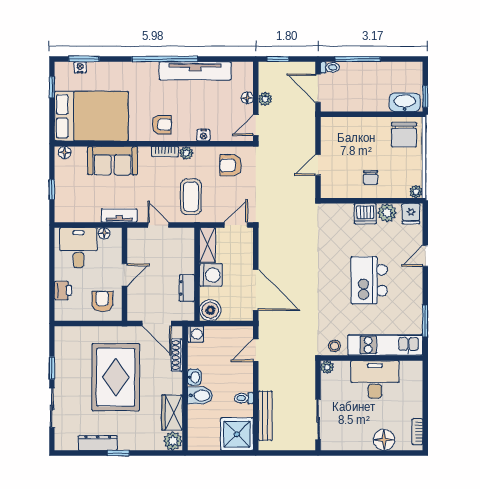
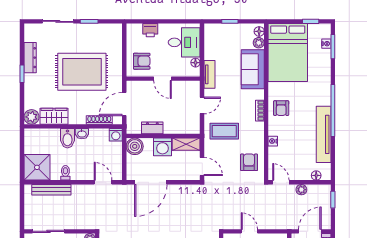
floor lamp: (247, 98) -> (316, 175), moved
plant: (186, 153) -> (259, 43), moved

